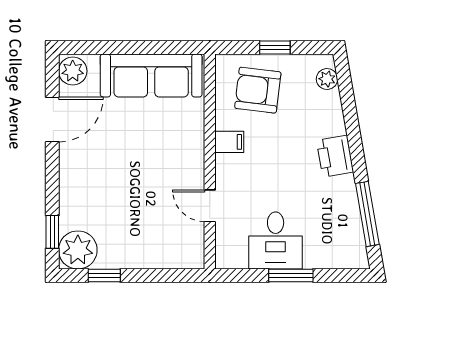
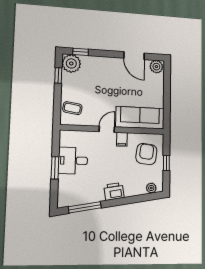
sofa: (151, 76) -> (140, 118), moved, turned 90
door: (210, 206) -> (107, 129), moved
coffee table: (170, 245) -> (72, 108), added

